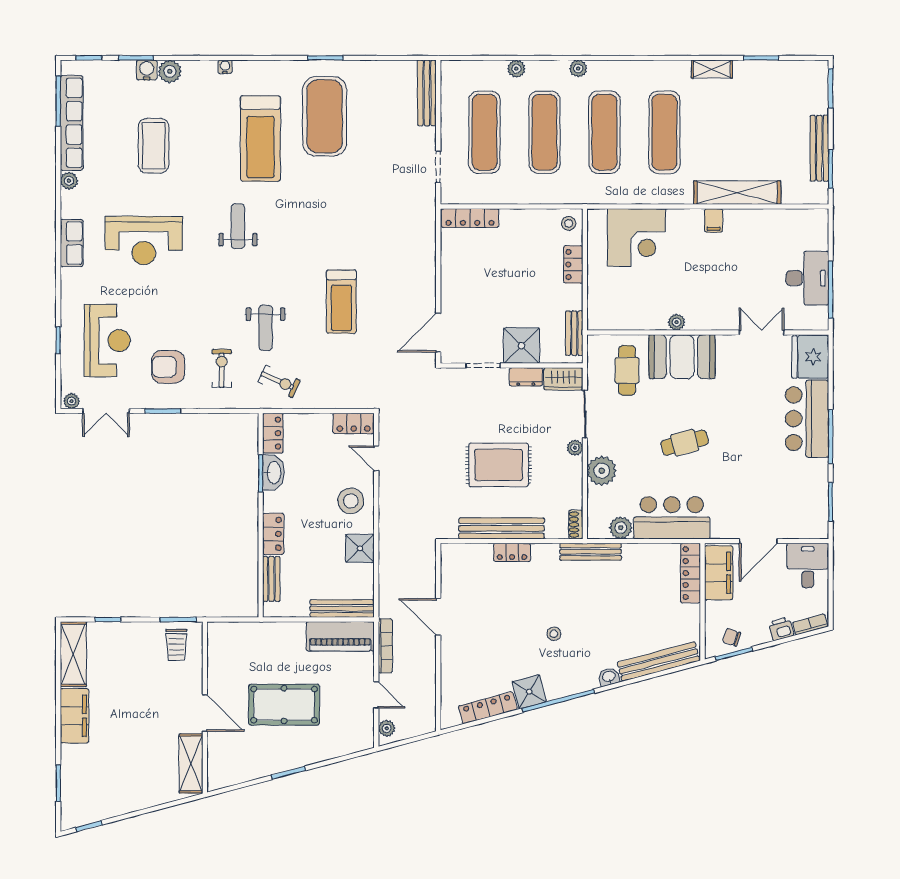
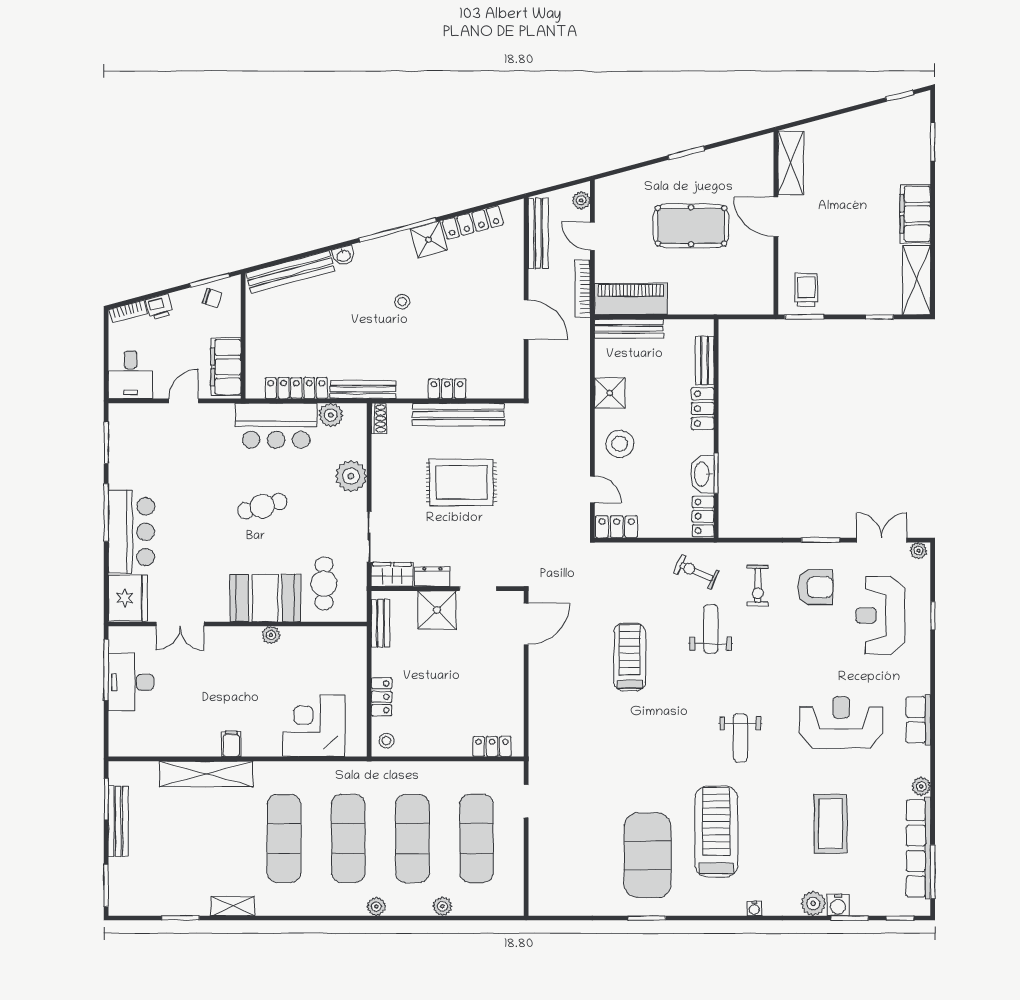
bench: (427, 93) -> (538, 233), moved
locker: (470, 218) -> (492, 746), width x0.66
plant: (575, 448) -> (380, 501), removed
door: (758, 541) -> (184, 401), width x0.73
locker: (691, 573) -> (296, 388), moved, turned -90

